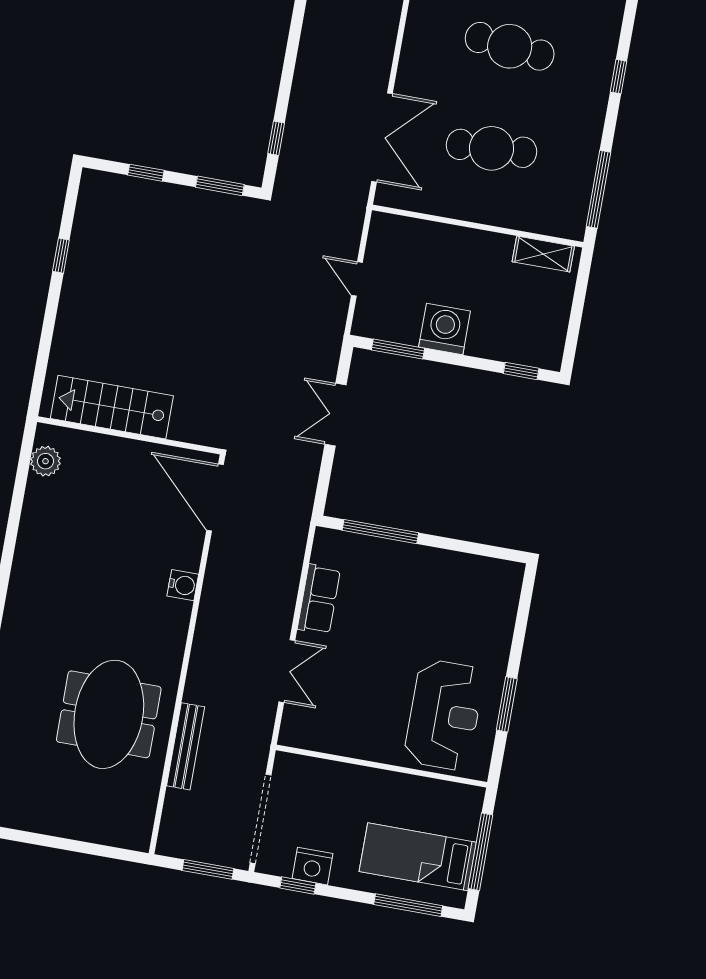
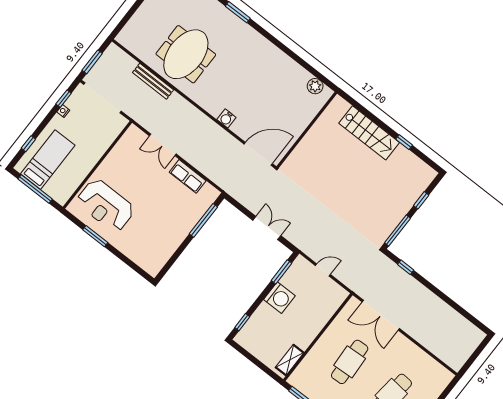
window: (220, 186) -> (398, 231), width x1.44
stairs: (112, 407) -> (369, 133), moved, turned 90
meeting table: (109, 714) -> (186, 54), turned 90
nightstand: (312, 866) -> (63, 111), width x0.53, depth x0.56
window: (408, 905) -> (28, 144), width x0.46

